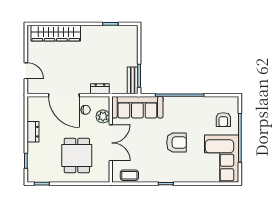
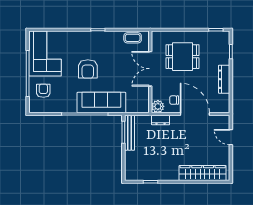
bench: (133, 80) -> (130, 133), width x1.36
sofa: (137, 107) -> (101, 102), moved
plant: (103, 116) -> (158, 106), moved
dresser: (33, 132) -> (224, 79), width x1.44
armchair: (177, 142) -> (88, 69), turned -90
dining table: (77, 156) -> (183, 57), turned 90

